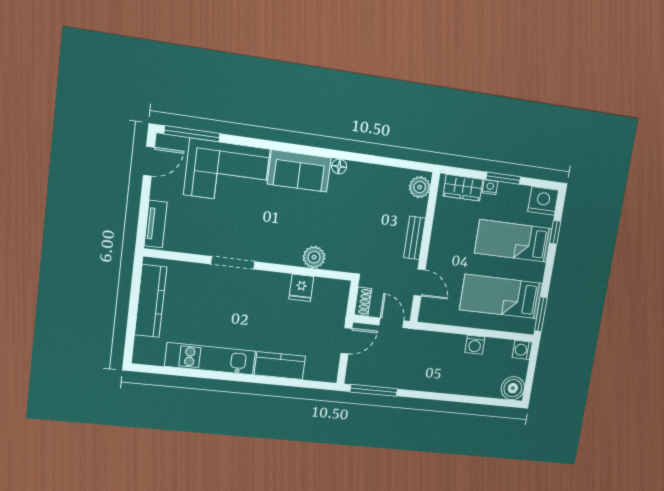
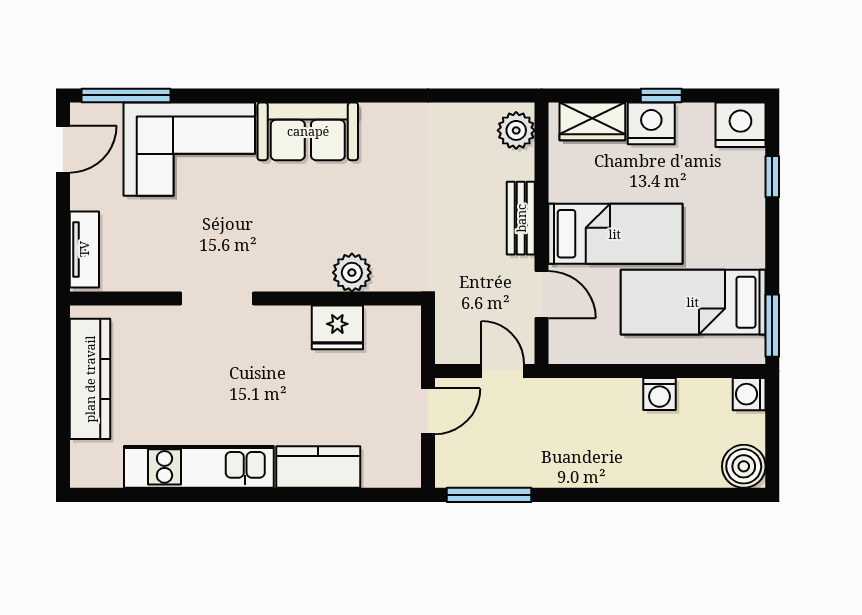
floor lamp: (339, 166) -> (373, 115), removed
window: (503, 178) -> (661, 95), width x0.67
nightstand: (490, 187) -> (651, 123), width x1.89, depth x1.79
bed: (513, 241) -> (615, 234), moved, turned 180
fridge: (301, 288) -> (337, 327), width x1.38
shoe rack: (363, 302) -> (447, 339), removed

